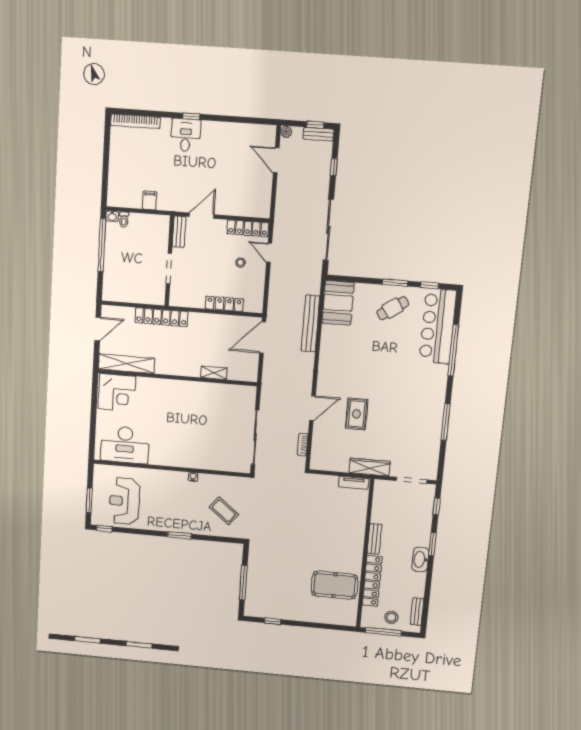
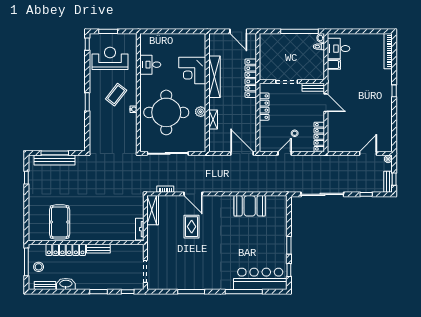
desk: (186, 135) -> (338, 49), moved, turned 180
door: (269, 253) -> (285, 153), moved
booth: (338, 303) -> (250, 206), moved
locker: (224, 304) -> (264, 107), moved
cafe table: (393, 308) -> (270, 245), removed
bench: (311, 323) -> (55, 160), moved
shelving: (127, 364) -> (214, 77), moved
plant: (202, 389) -> (201, 112), added
corner desk: (117, 393) -> (192, 70), moved
rug: (357, 414) -> (192, 227), turned 90
round table: (200, 434) -> (166, 112), added
desk: (125, 445) -> (150, 65), width x0.53, depth x0.77
wardrobe: (370, 467) -> (153, 210), moved
coffee table: (224, 511) -> (116, 95), moved
washbasin: (420, 559) -> (66, 284), moved

